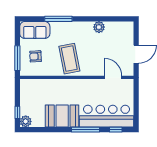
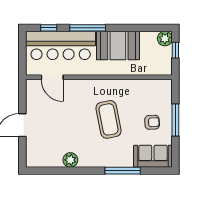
wall: (77, 77) -> (99, 77), moved
door: (113, 77) -> (52, 77), moved

